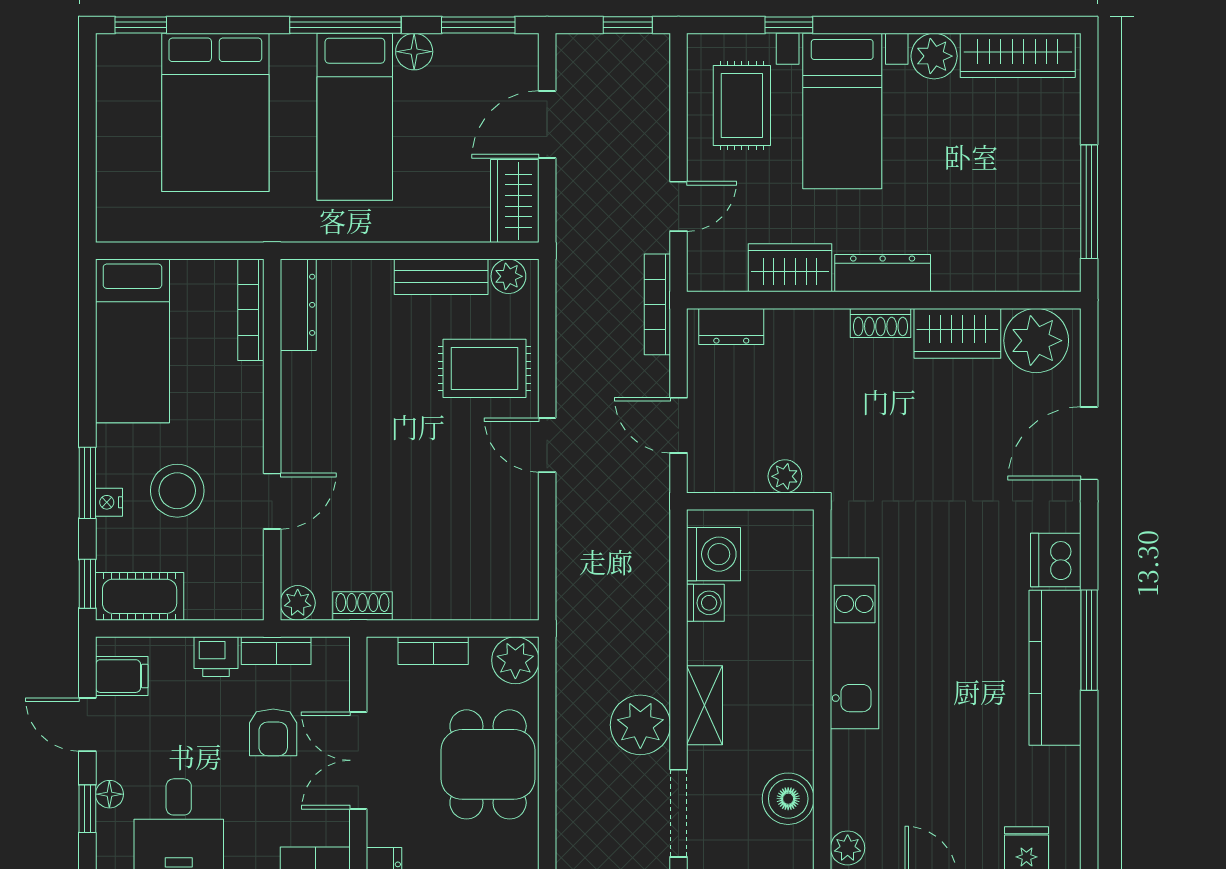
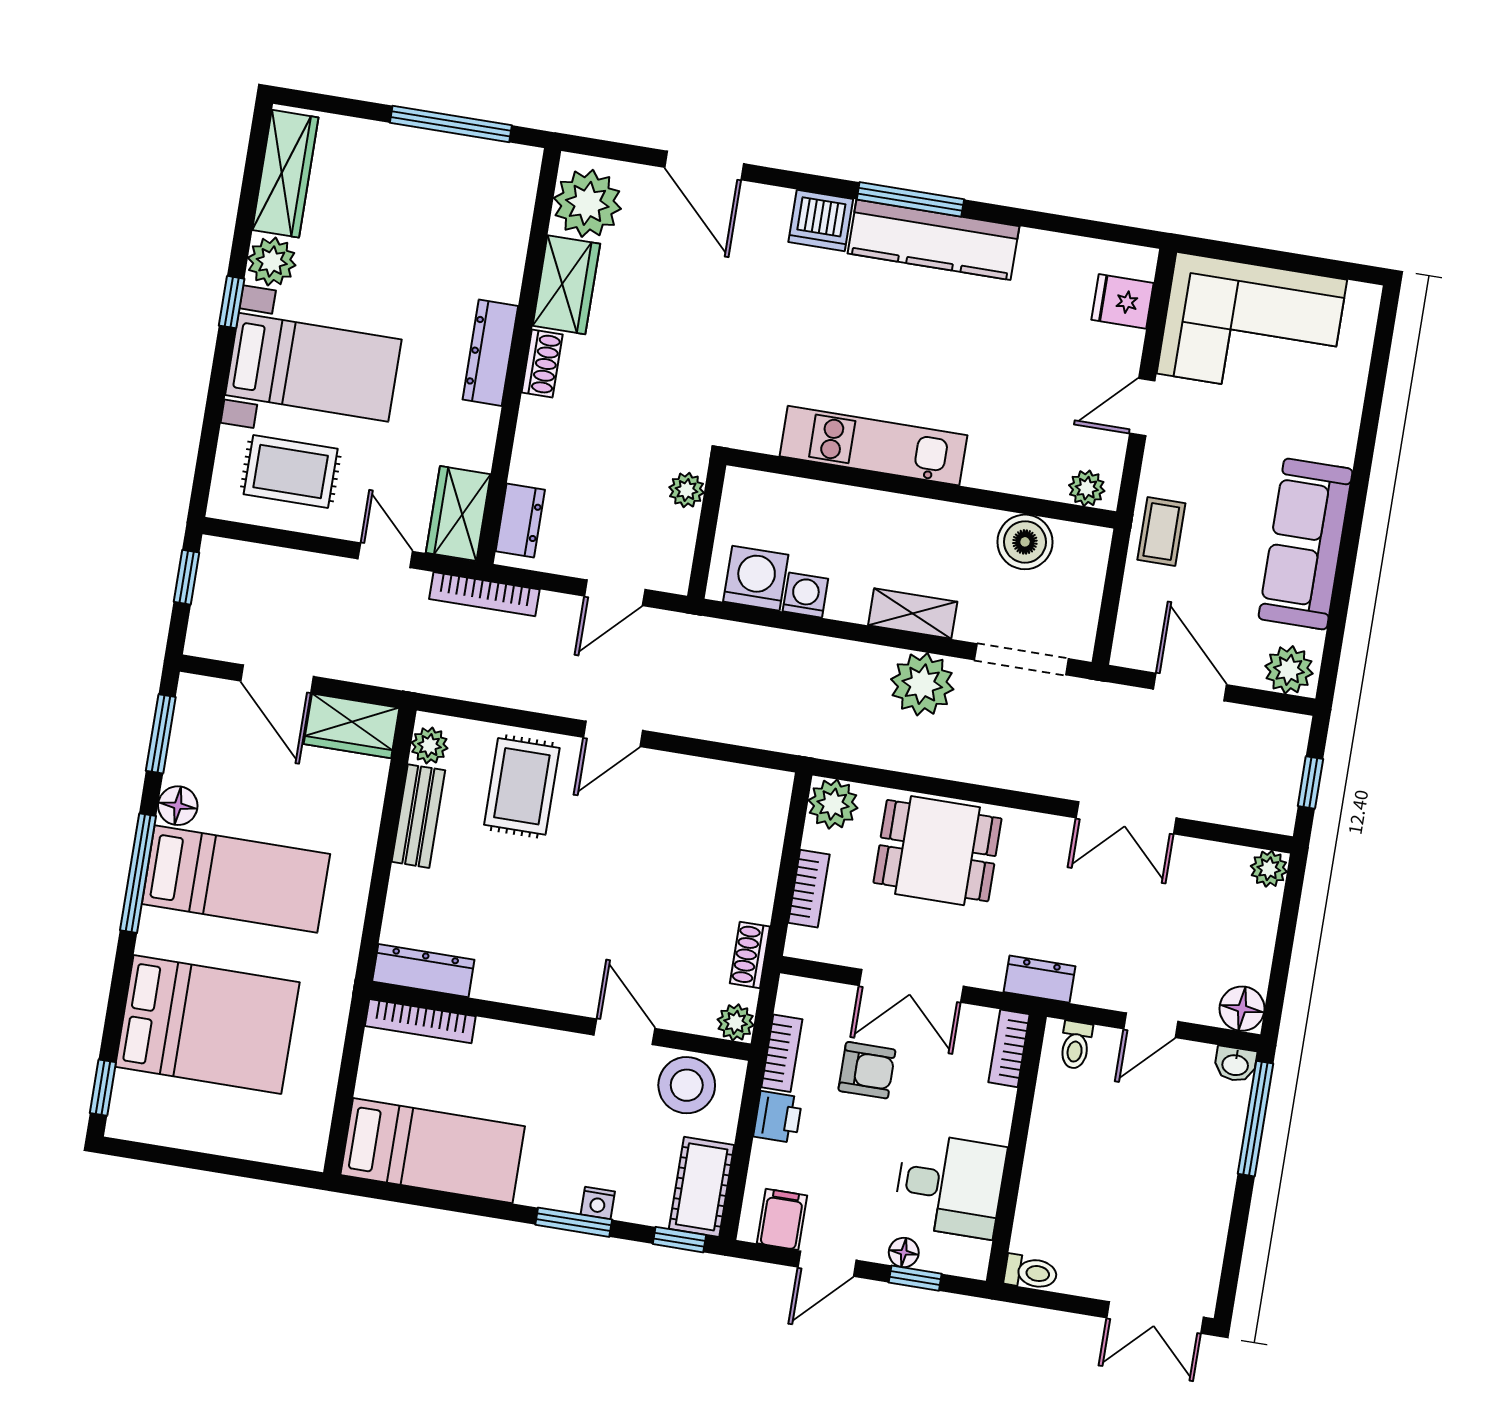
window: (789, 25) -> (232, 302), moved
wardrobe: (790, 268) -> (458, 514), moved
stool: (177, 491) -> (687, 1085), moved

